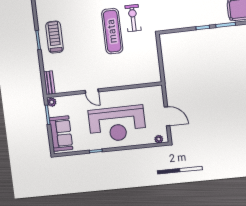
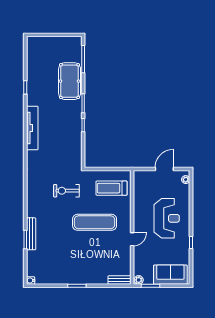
exercise mat: (112, 31) -> (95, 222), moved
treadmill: (54, 37) -> (112, 188), moved
reception desk: (117, 124) -> (167, 218), width x0.74, depth x0.77

